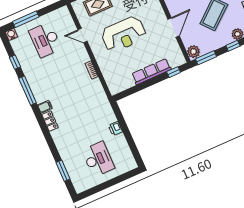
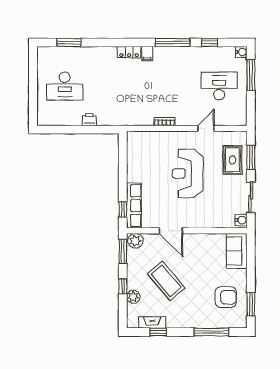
row of seats: (151, 72) -> (134, 206), moved

